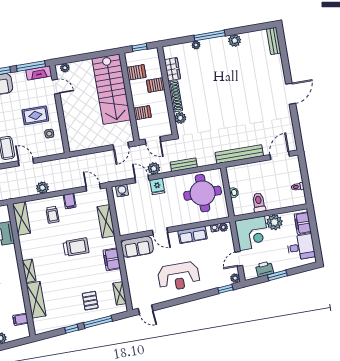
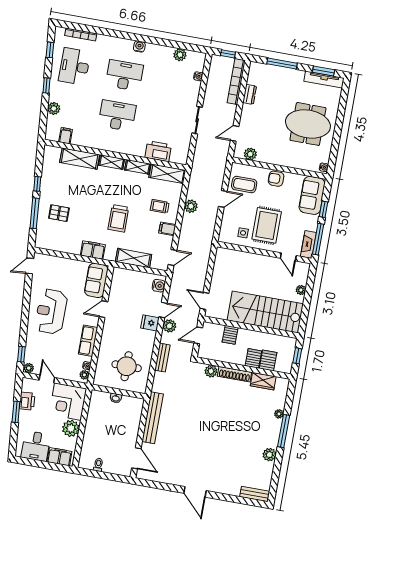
plant: (65, 68) -> (301, 290), moved
server rack: (136, 72) -> (268, 360), moved, turned 180
door: (56, 87) -> (288, 257), hinge flipped
rug: (35, 115) -> (267, 225), width x1.36, depth x1.43
round table: (203, 193) -> (127, 366), width x0.73, depth x0.73
toilet: (259, 203) -> (96, 420), removed
shelving: (120, 293) -> (138, 167), moved

